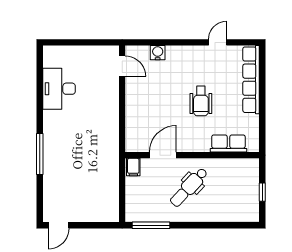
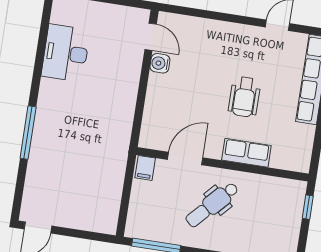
water cooler: (158, 53) -> (160, 63), moved, turned -90
row of seats: (228, 143) -> (246, 153), moved
window: (262, 192) -> (308, 207), moved

